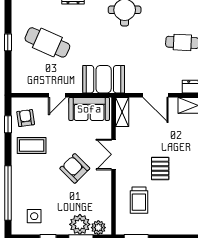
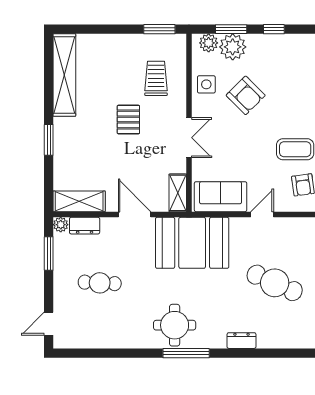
booth: (104, 79) -> (192, 243), width x1.36, depth x1.42
armchair: (75, 168) -> (246, 95), moved
side table: (34, 216) -> (206, 84), moved

